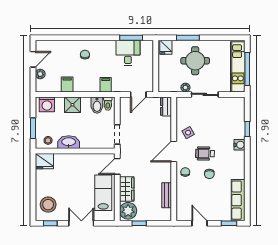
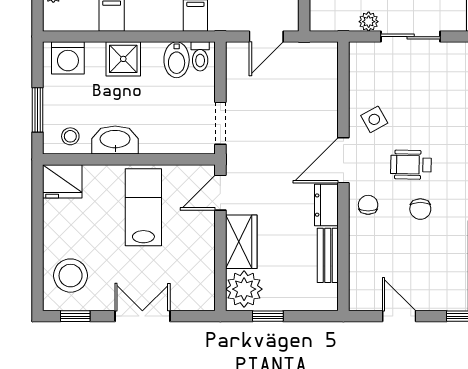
dresser: (166, 106) -> (326, 205), moved
lab bench: (103, 193) -> (143, 207), moved

